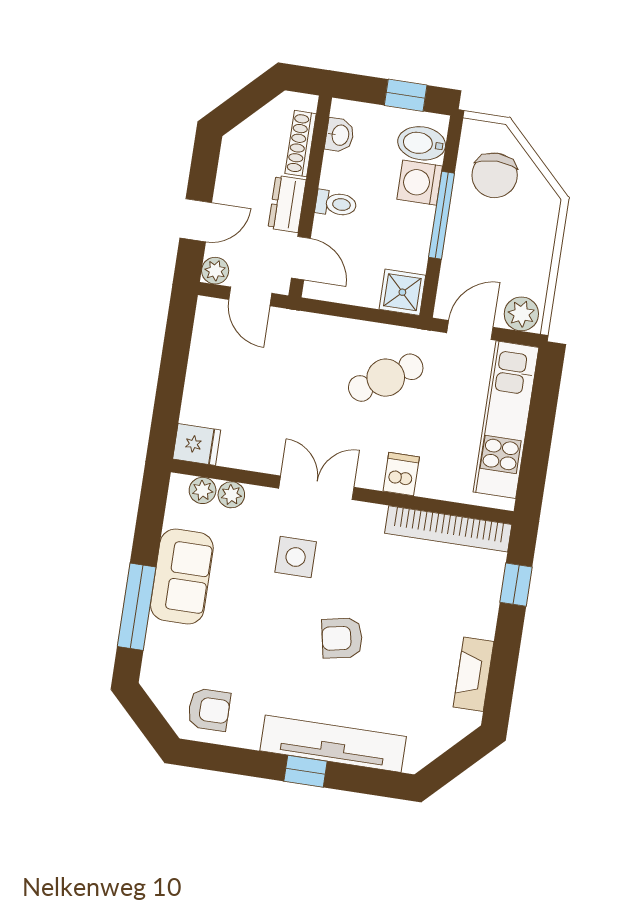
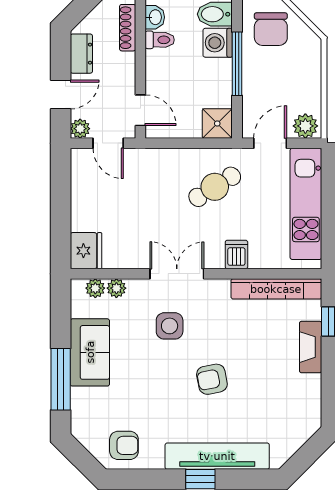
dresser: (287, 204) -> (81, 54), moved, turned 180
toilet: (336, 204) -> (160, 40), moved
fridge: (197, 444) -> (86, 251), width x1.38
fireplace: (473, 674) -> (311, 347), moved

